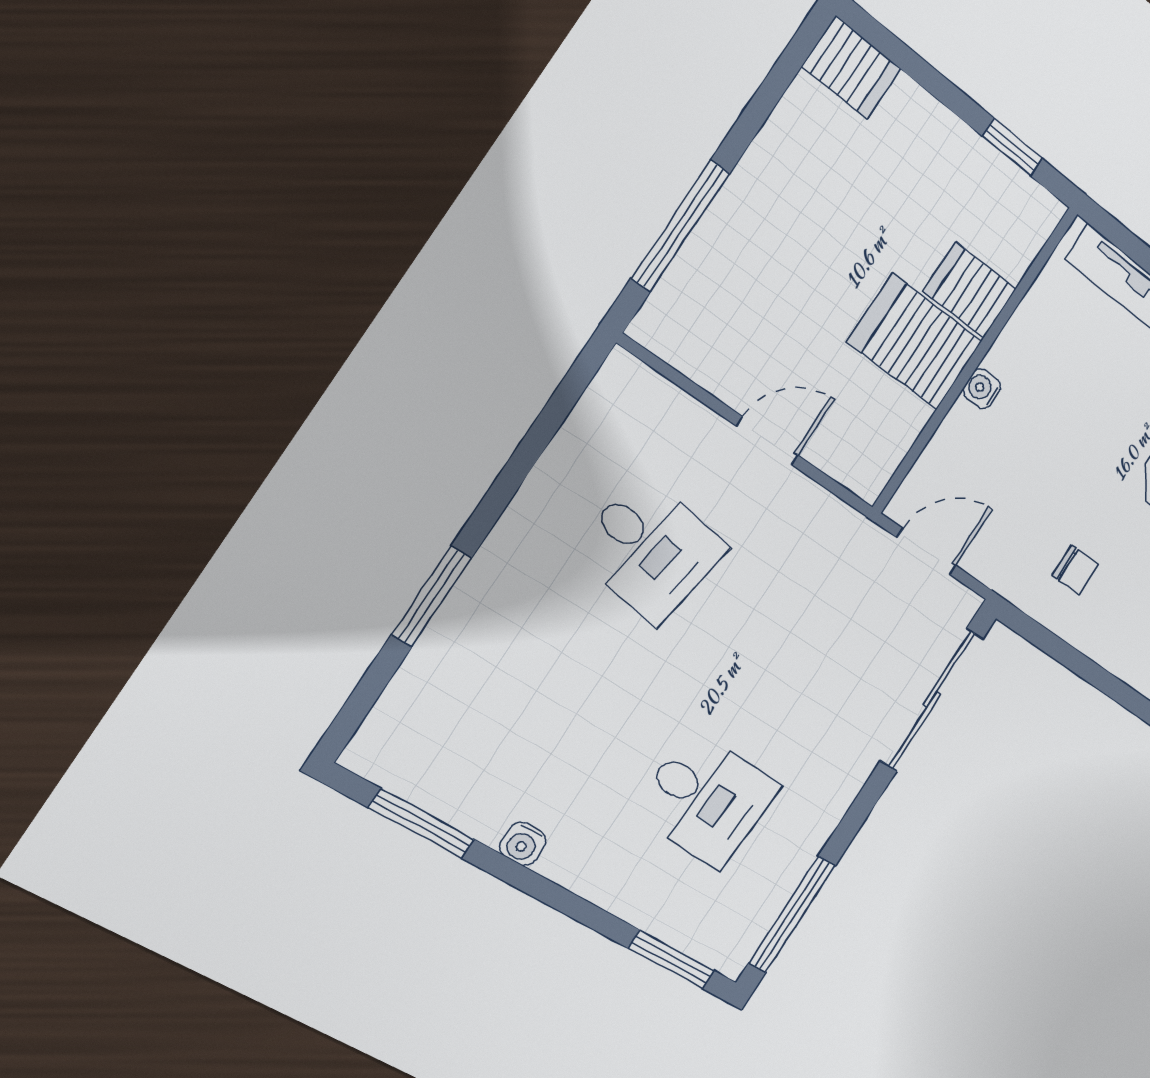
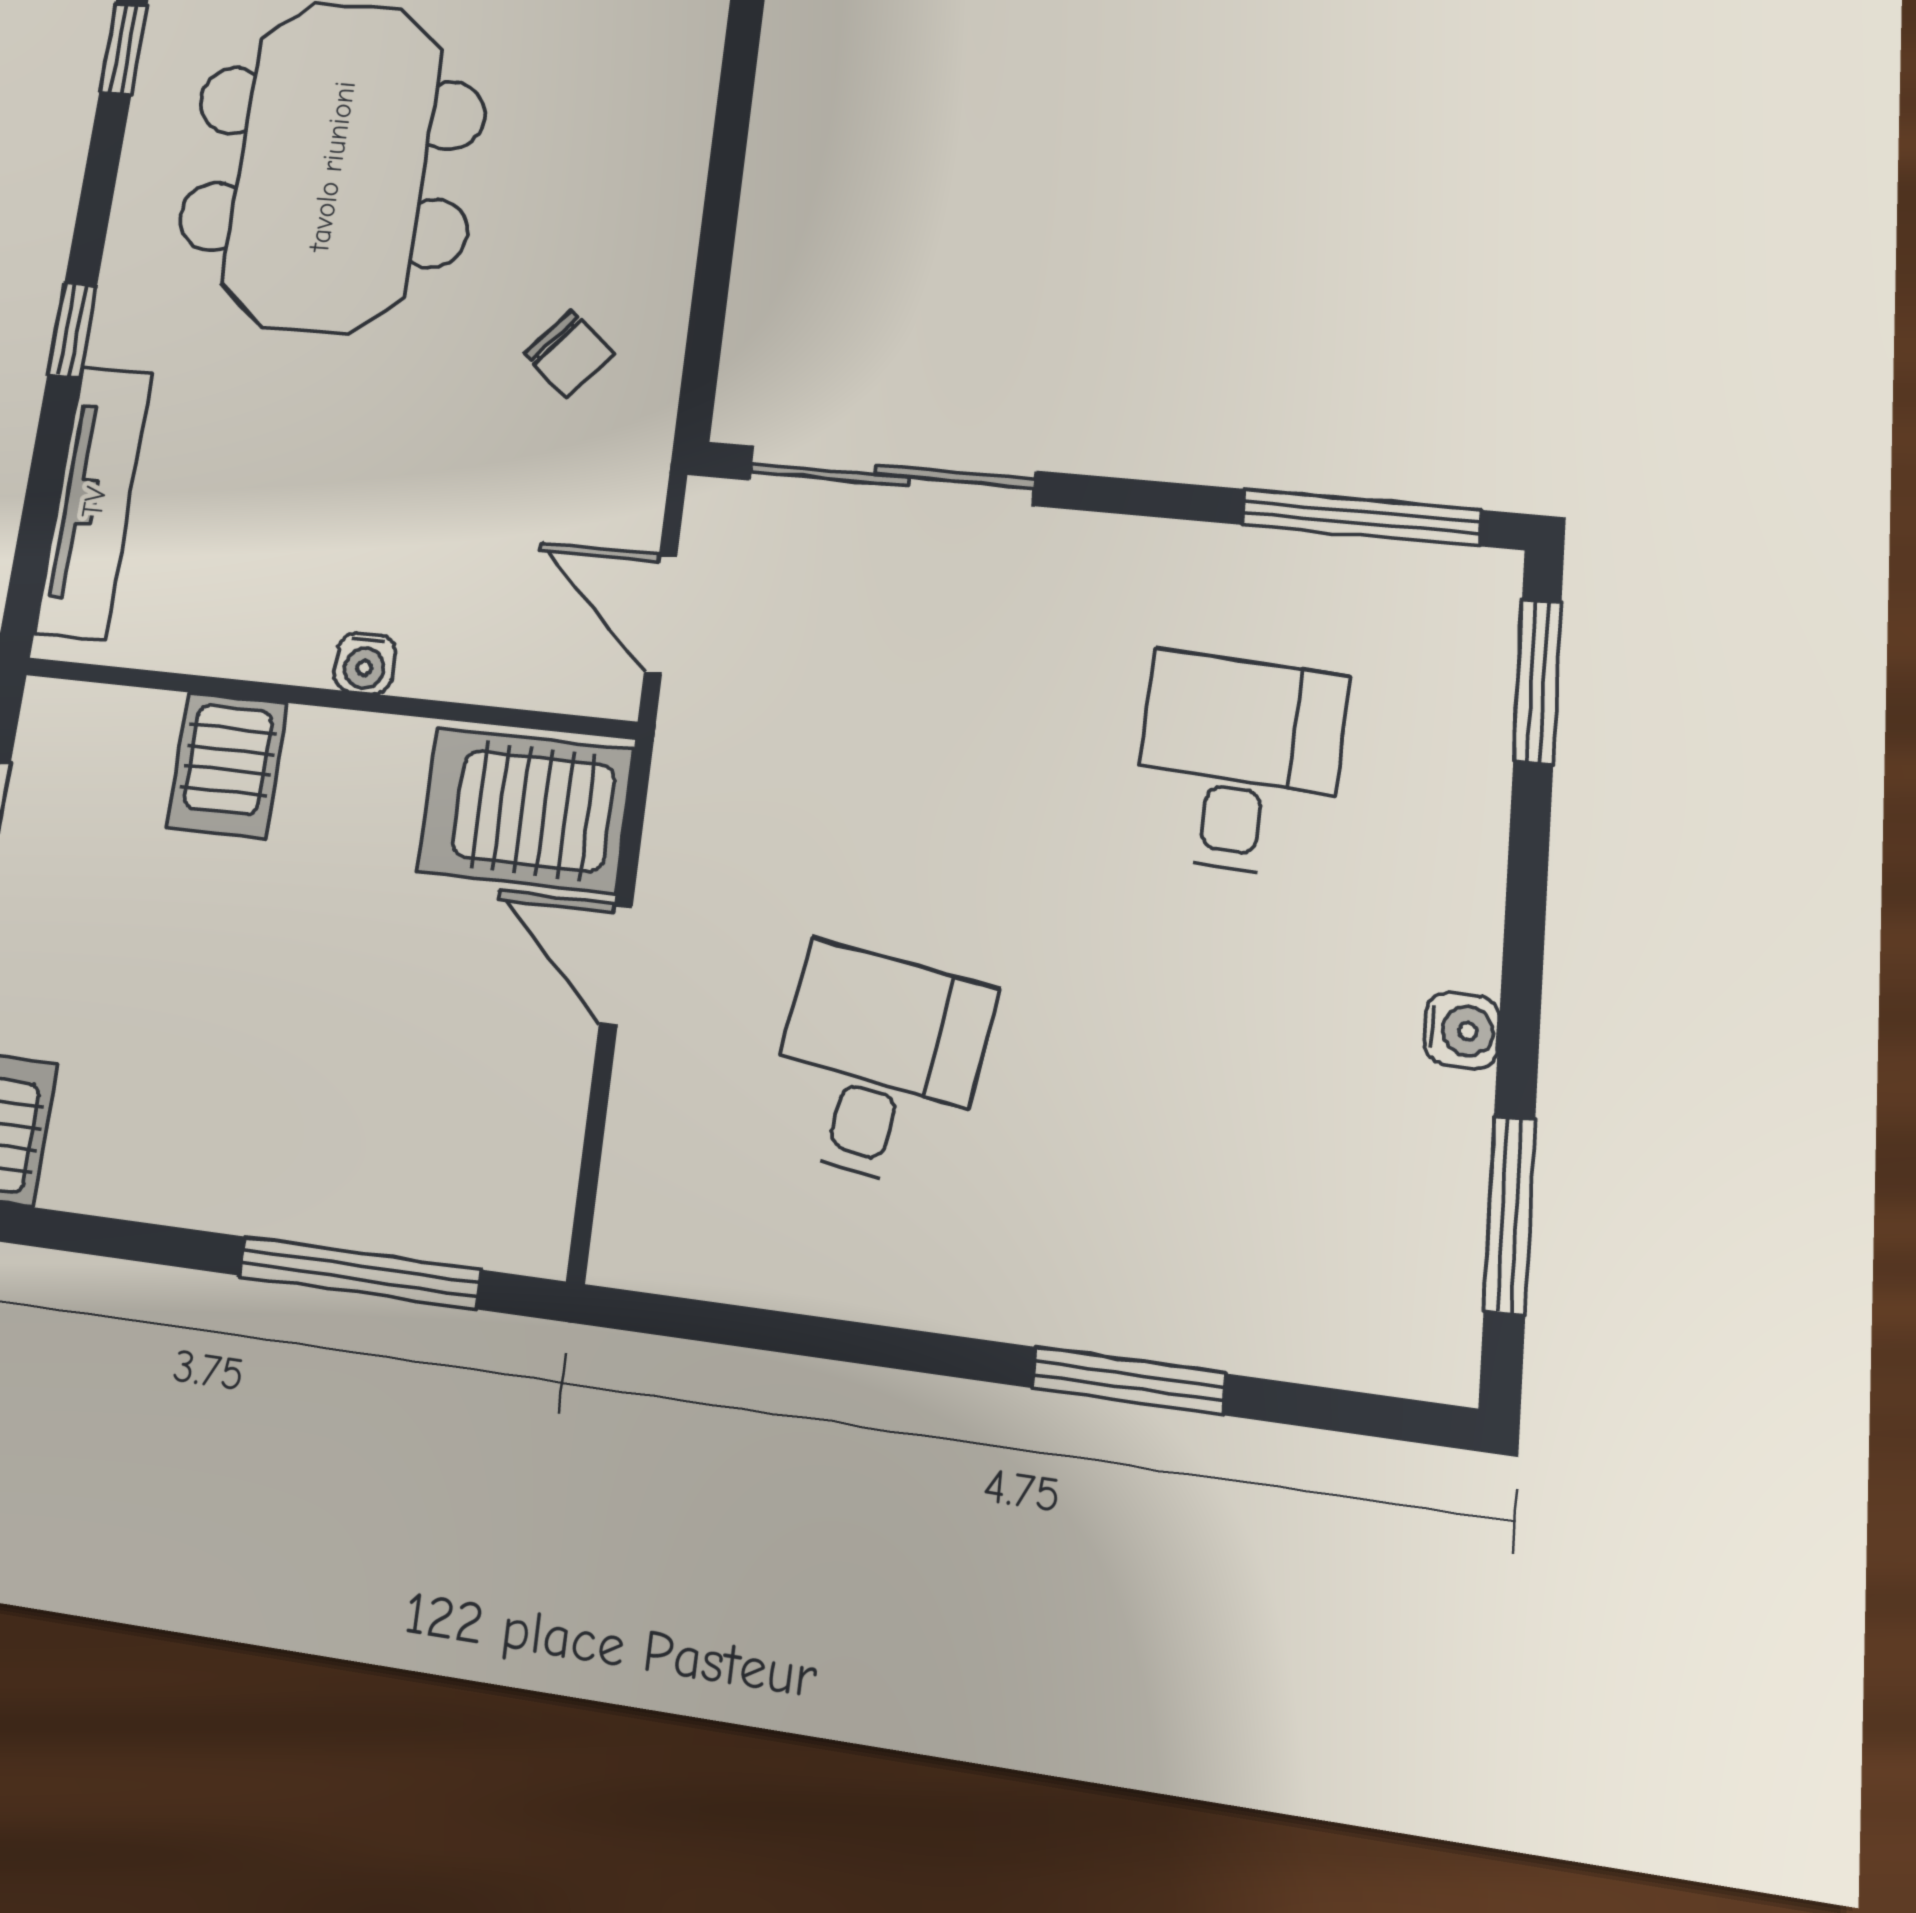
server rack: (915, 342) -> (525, 810), moved, turned 90
chair: (1075, 570) -> (569, 354), turned 130

